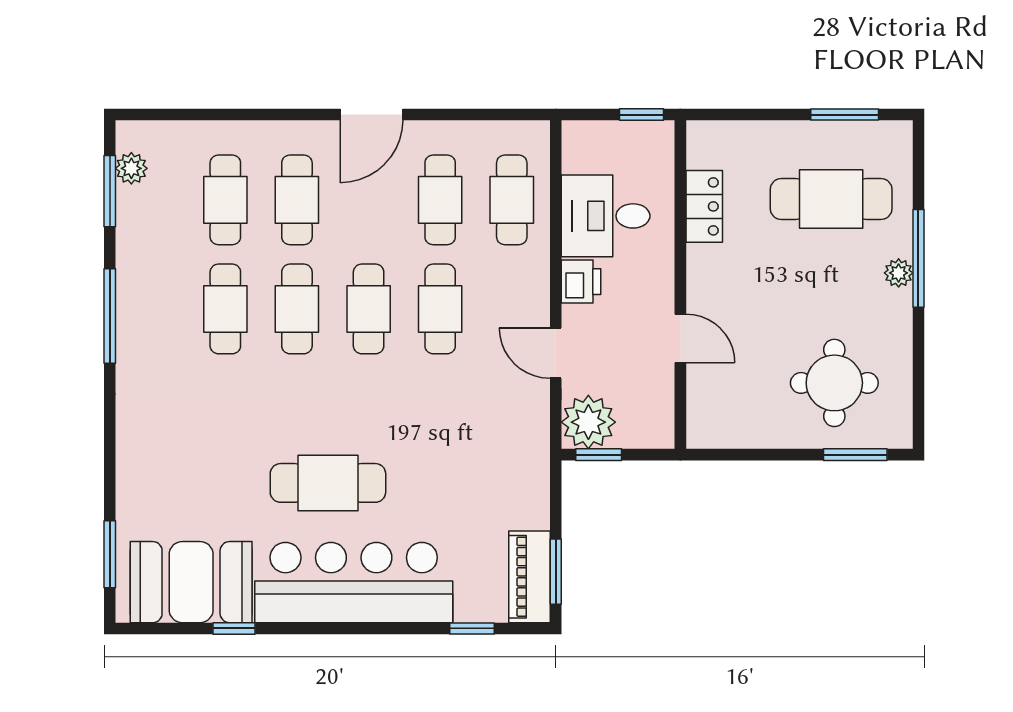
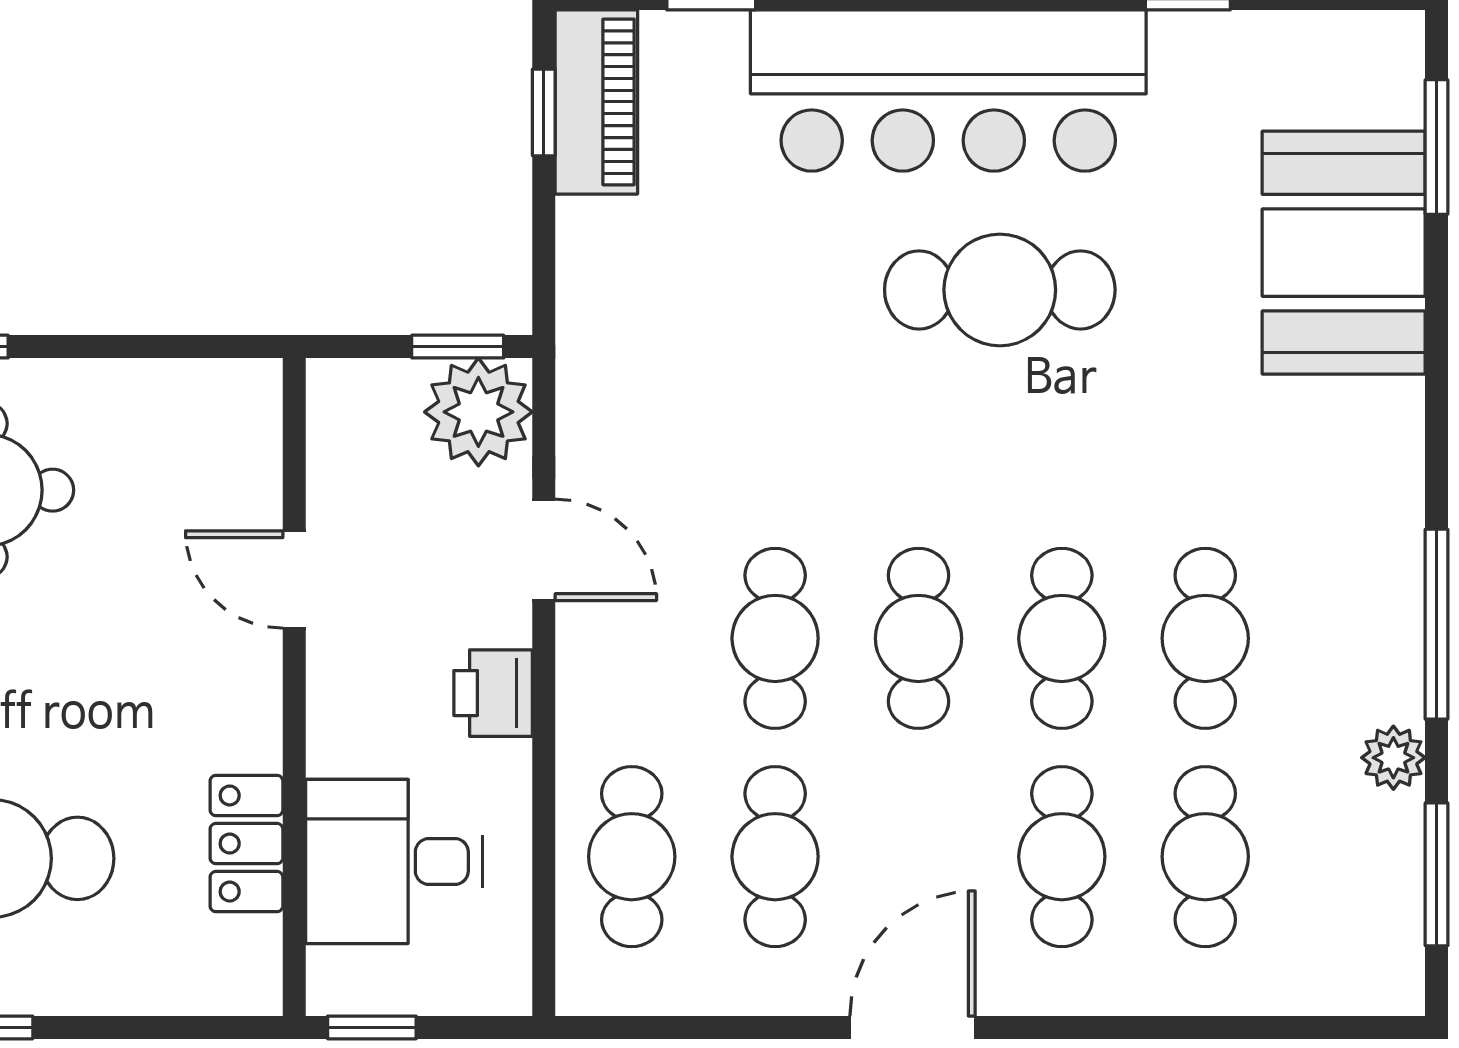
plant: (131, 168) -> (1393, 758), moved
desk: (606, 216) -> (394, 861), moved, turned 180
window: (556, 572) -> (544, 112), width x0.67
booth: (191, 582) -> (1344, 253), moved, turned 90

